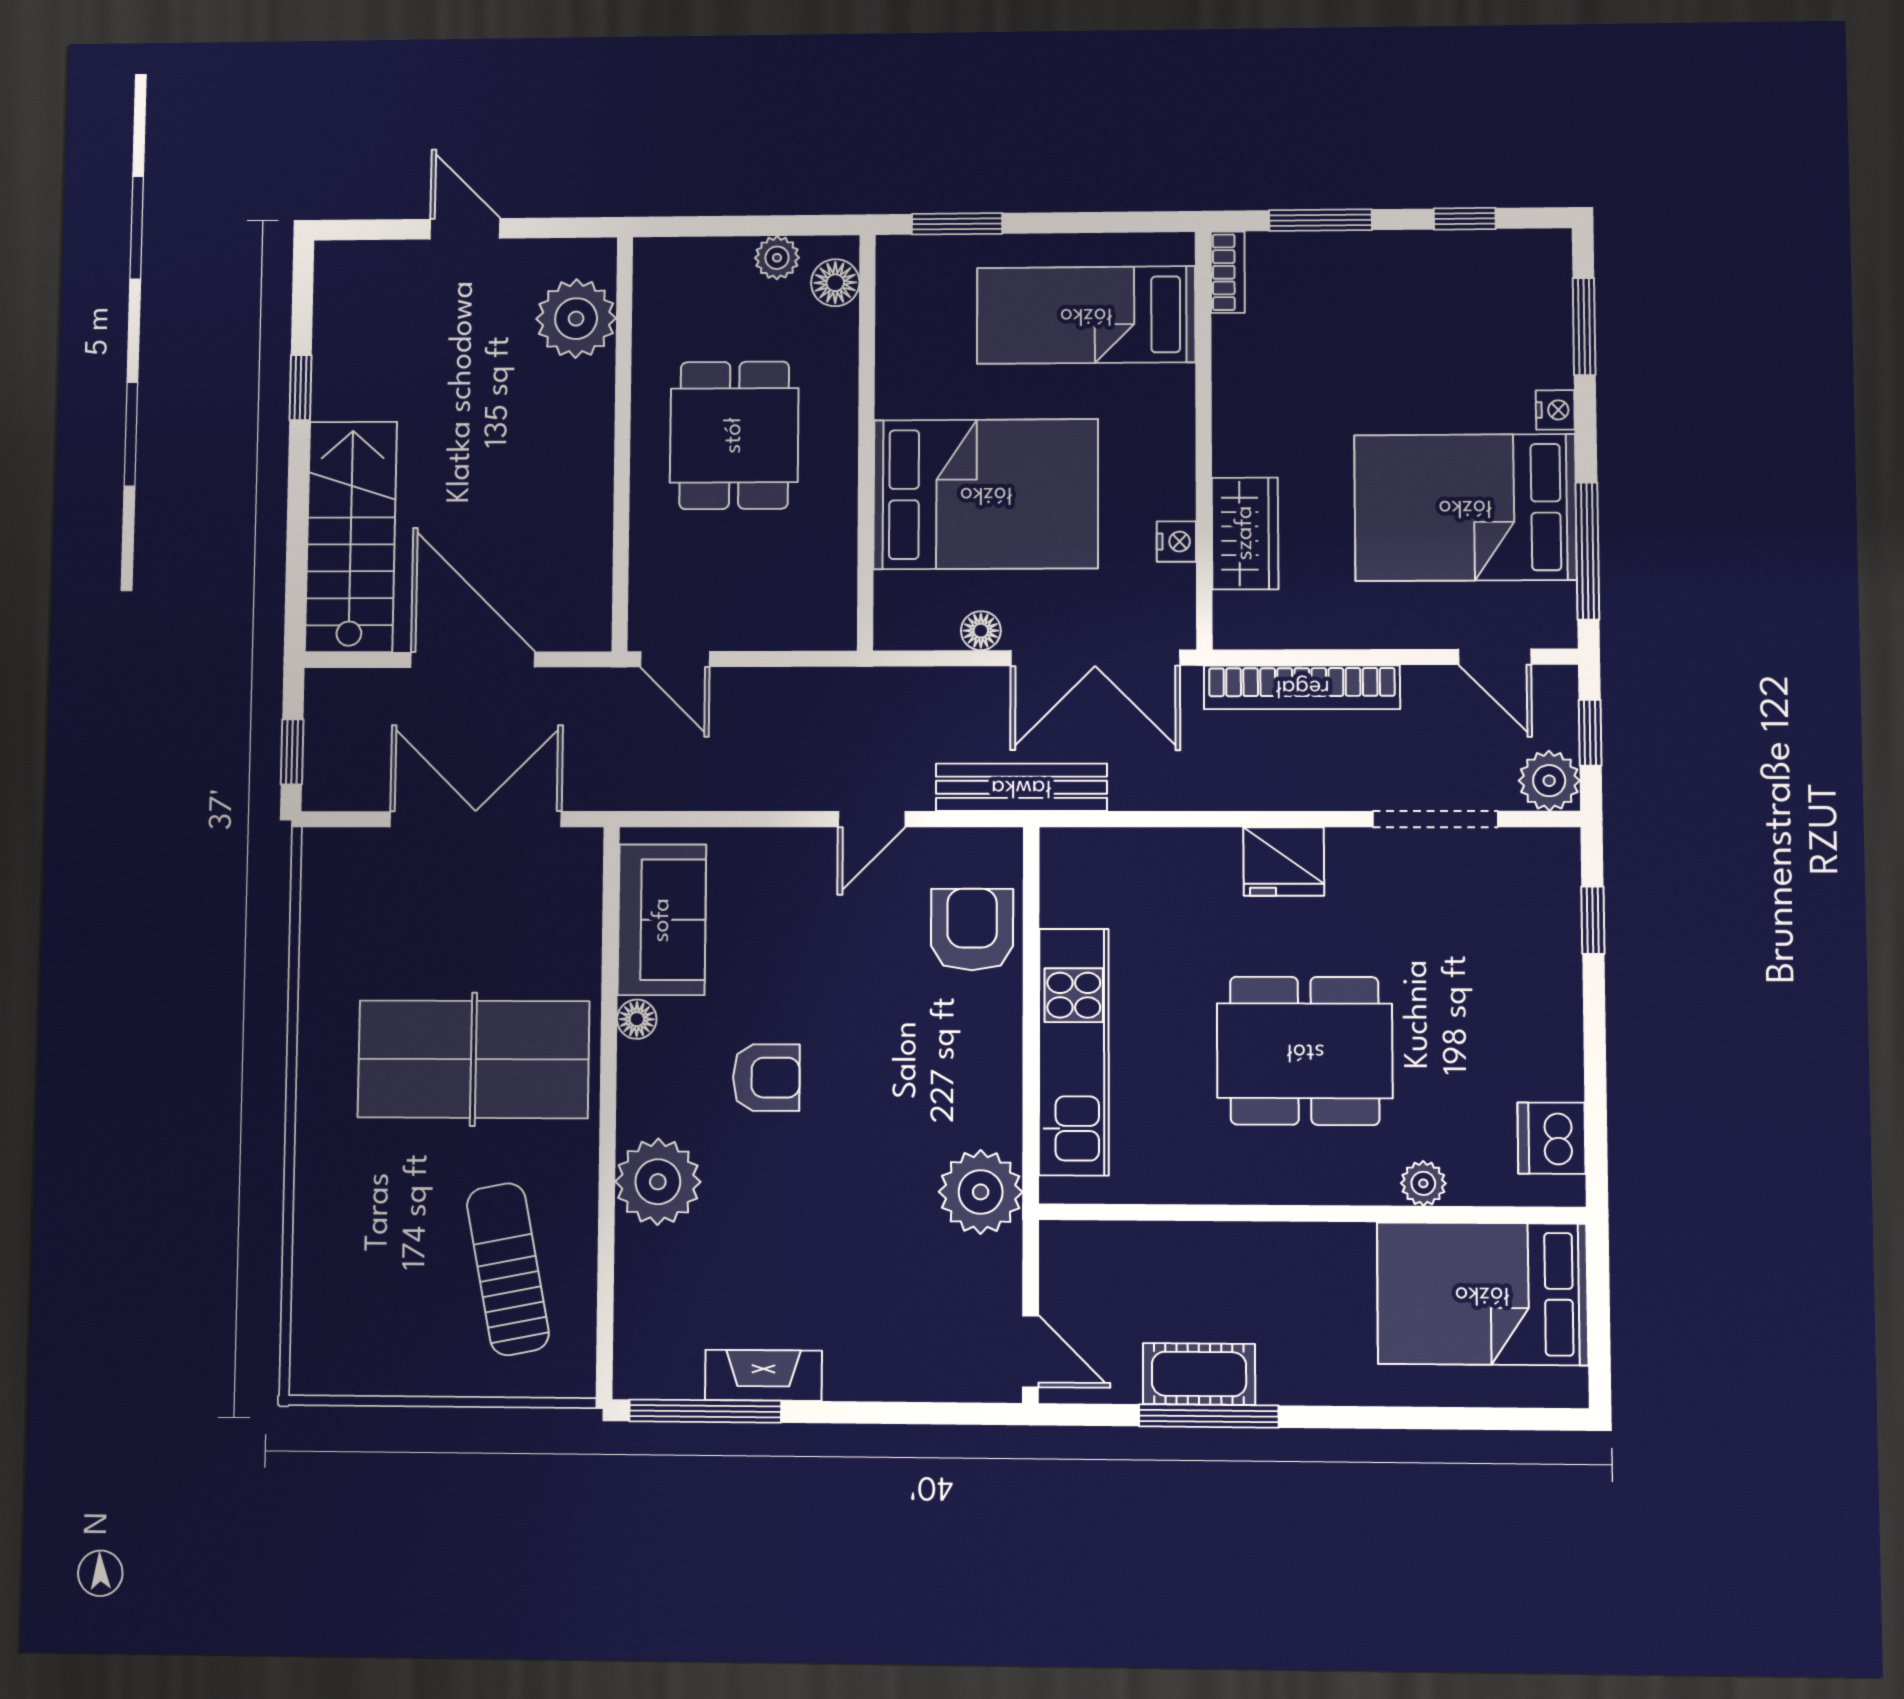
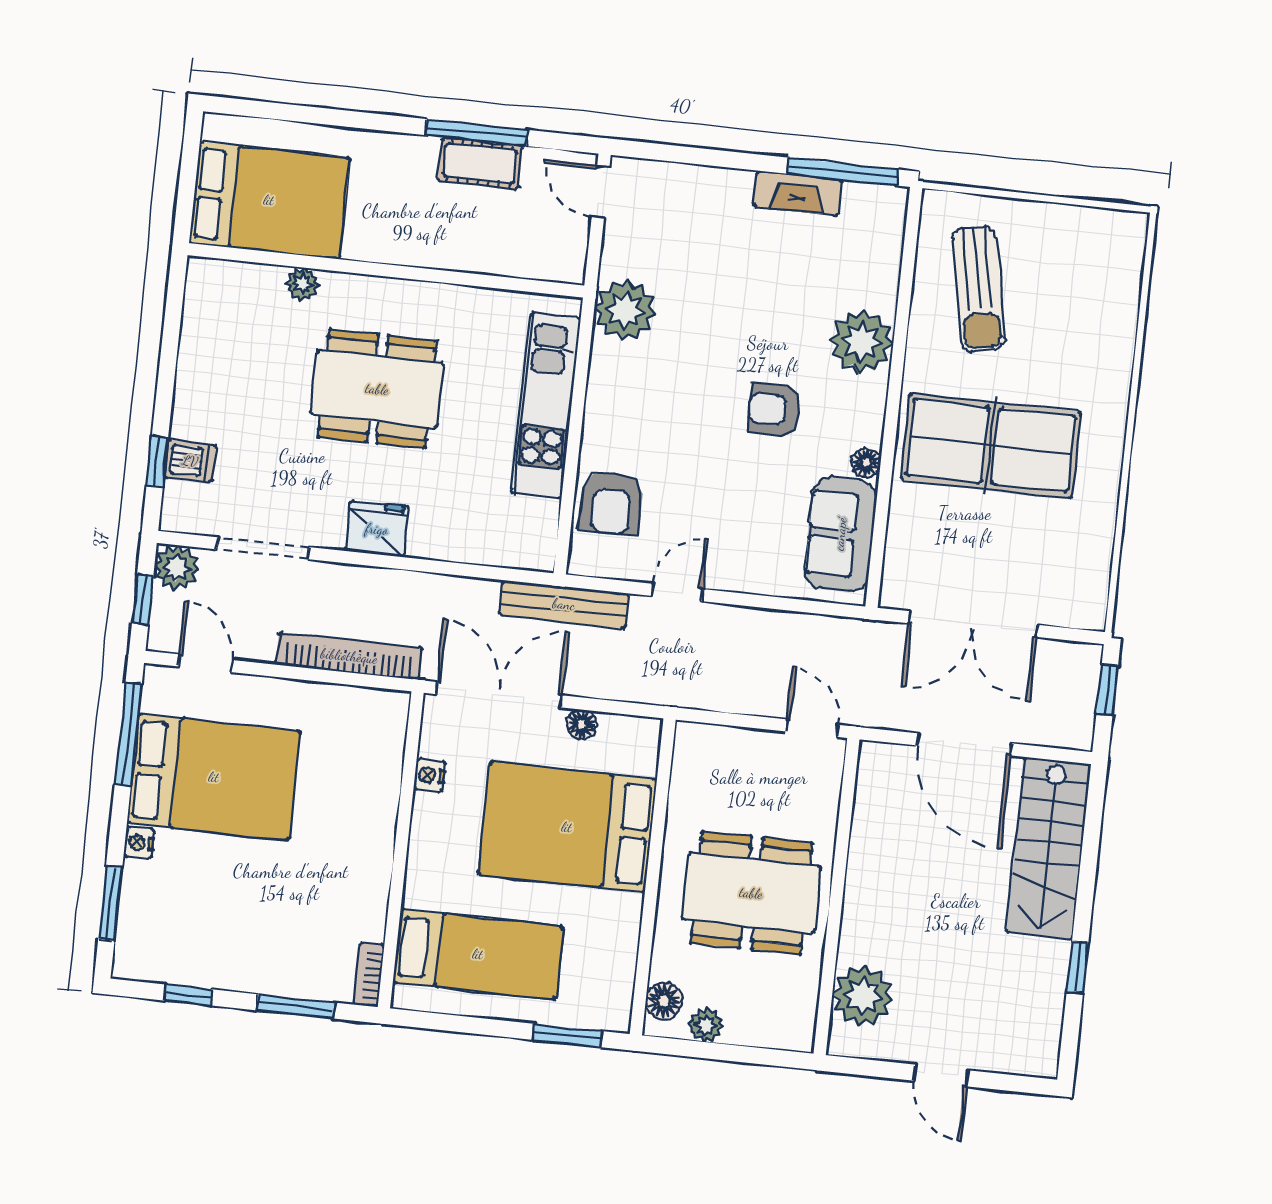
dining table: (734, 435) -> (751, 893), width x1.38
wardrobe: (1245, 533) -> (378, 776), removed
dishwasher: (1551, 1138) -> (190, 461), moved, width x0.73

